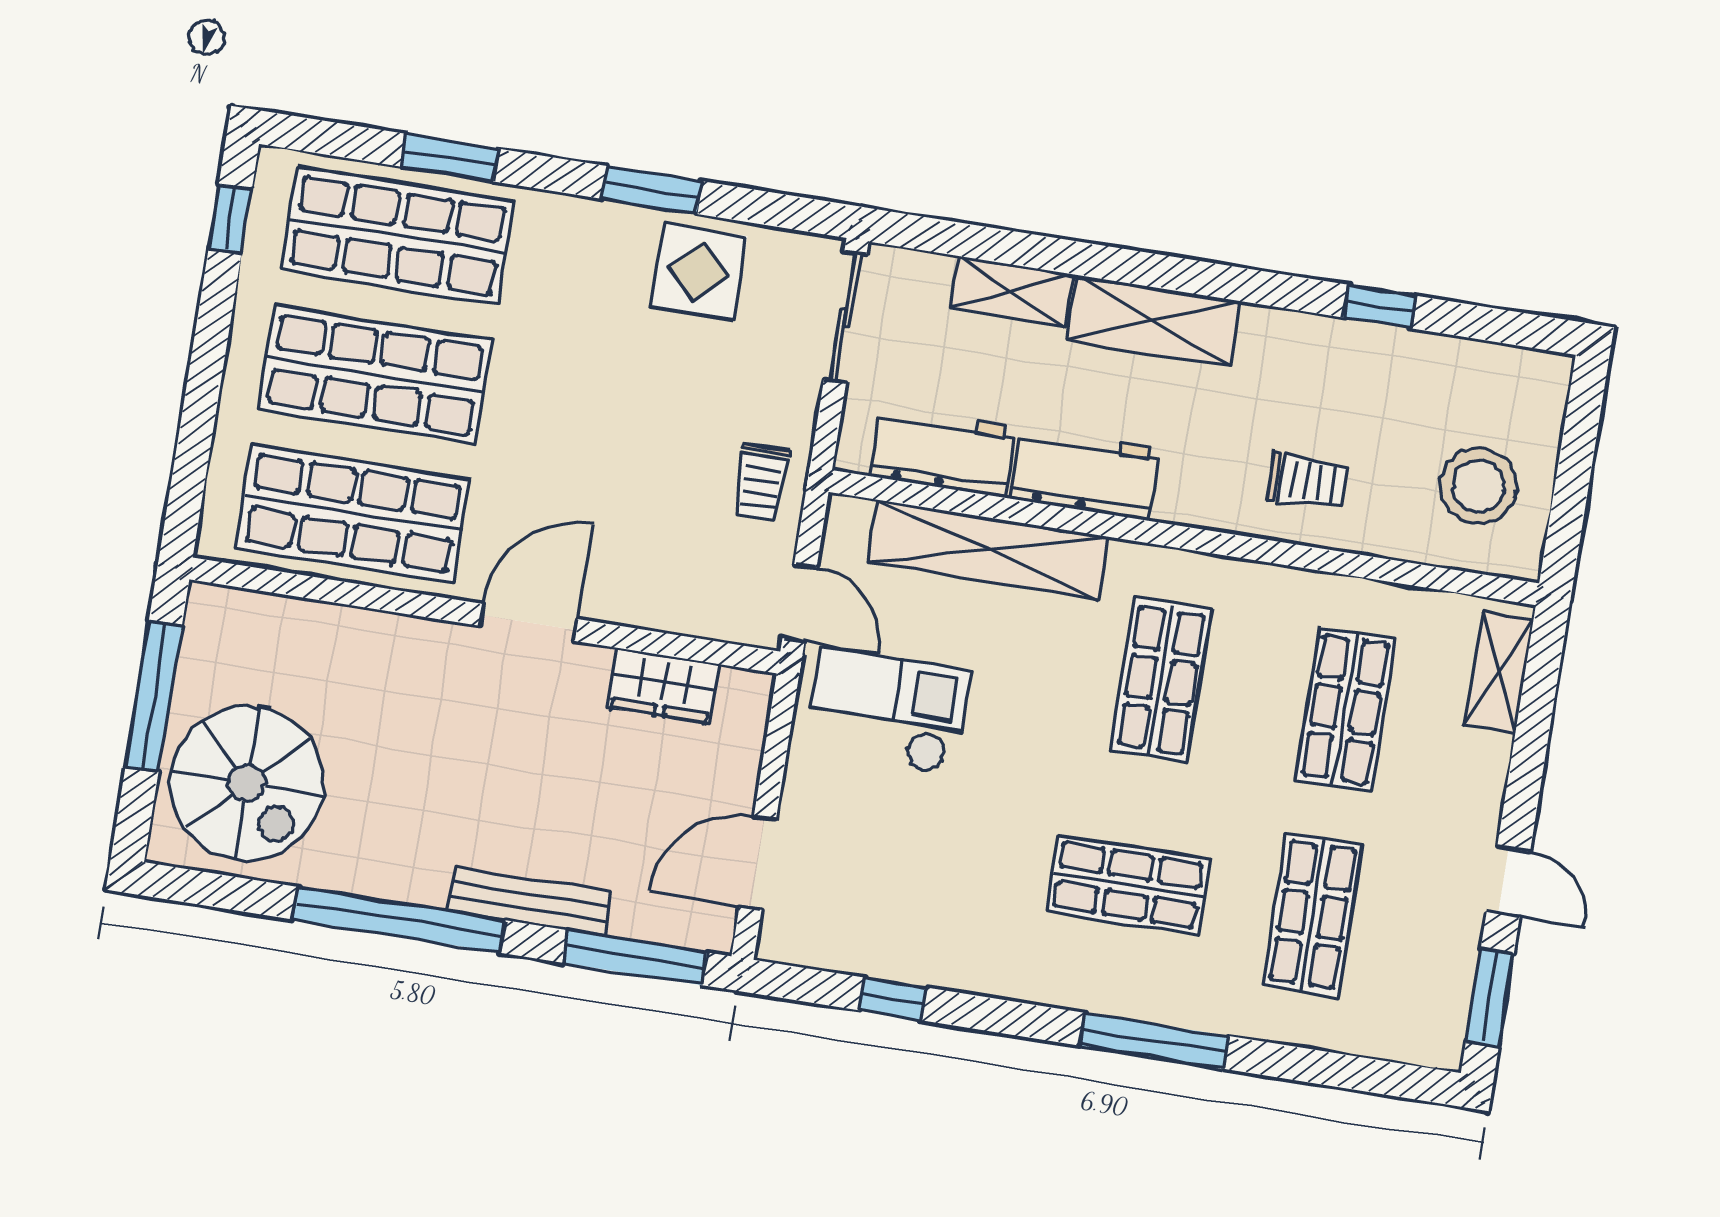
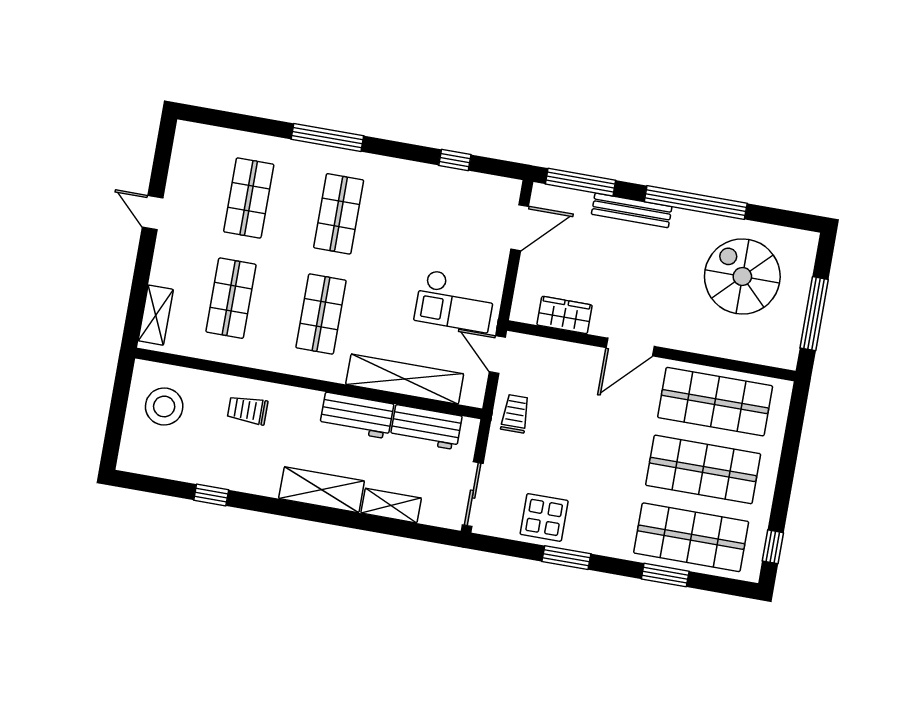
spiral stairs: (247, 783) -> (742, 276), moved
shop shelf: (1128, 885) -> (339, 214), turned 90
window: (1490, 997) -> (163, 156), removed

